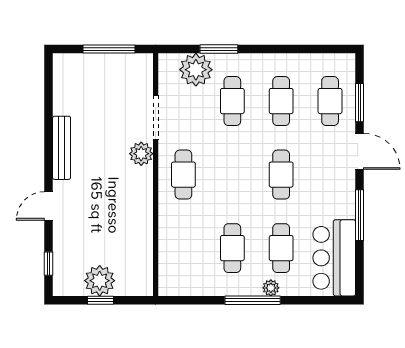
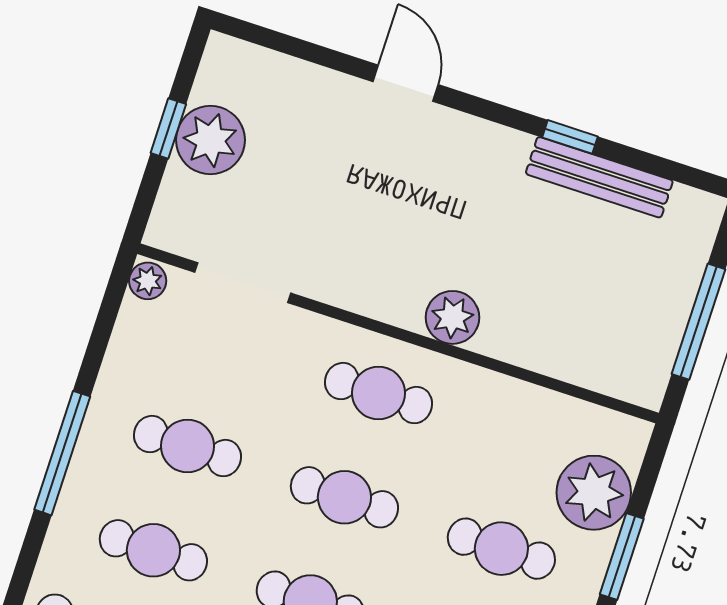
doorway: (156, 117) -> (243, 283), moved
bench: (62, 148) -> (599, 177), moved
cafe table: (232, 175) -> (344, 497), added
window: (49, 264) -> (570, 137), moved
plant: (271, 288) -> (148, 281), moved

